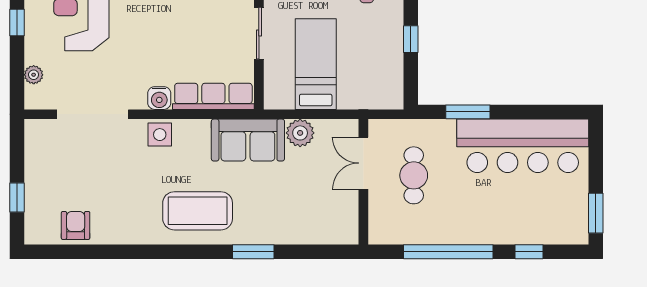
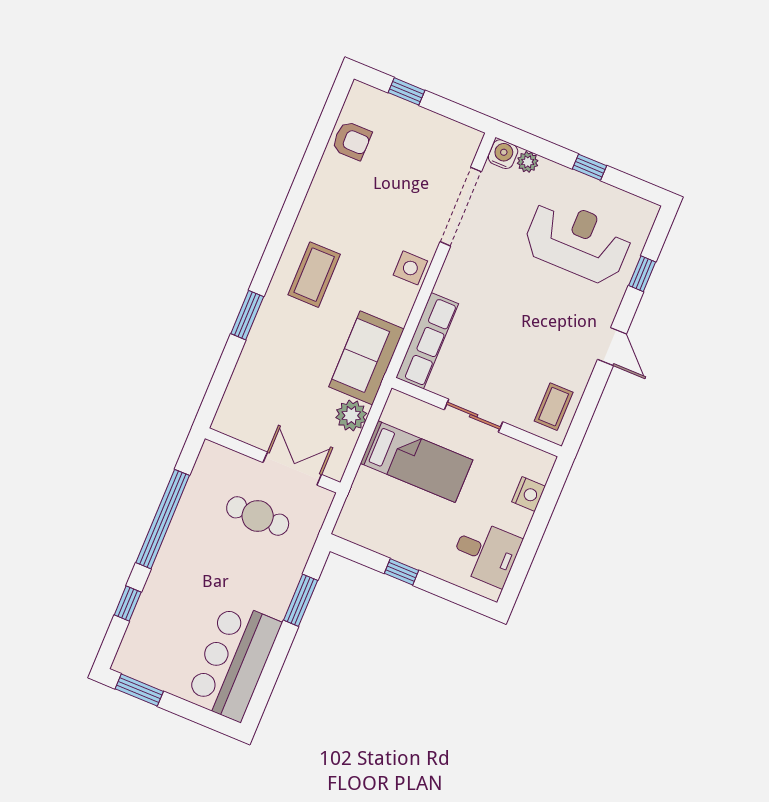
water cooler: (159, 98) -> (503, 154), moved, turned 90
bar counter: (523, 146) -> (234, 661), width x0.73
coffee table: (198, 211) -> (314, 275), width x0.73, depth x0.76

